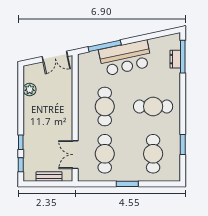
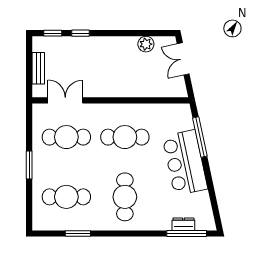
double door: (55, 56) -> (183, 59), moved

